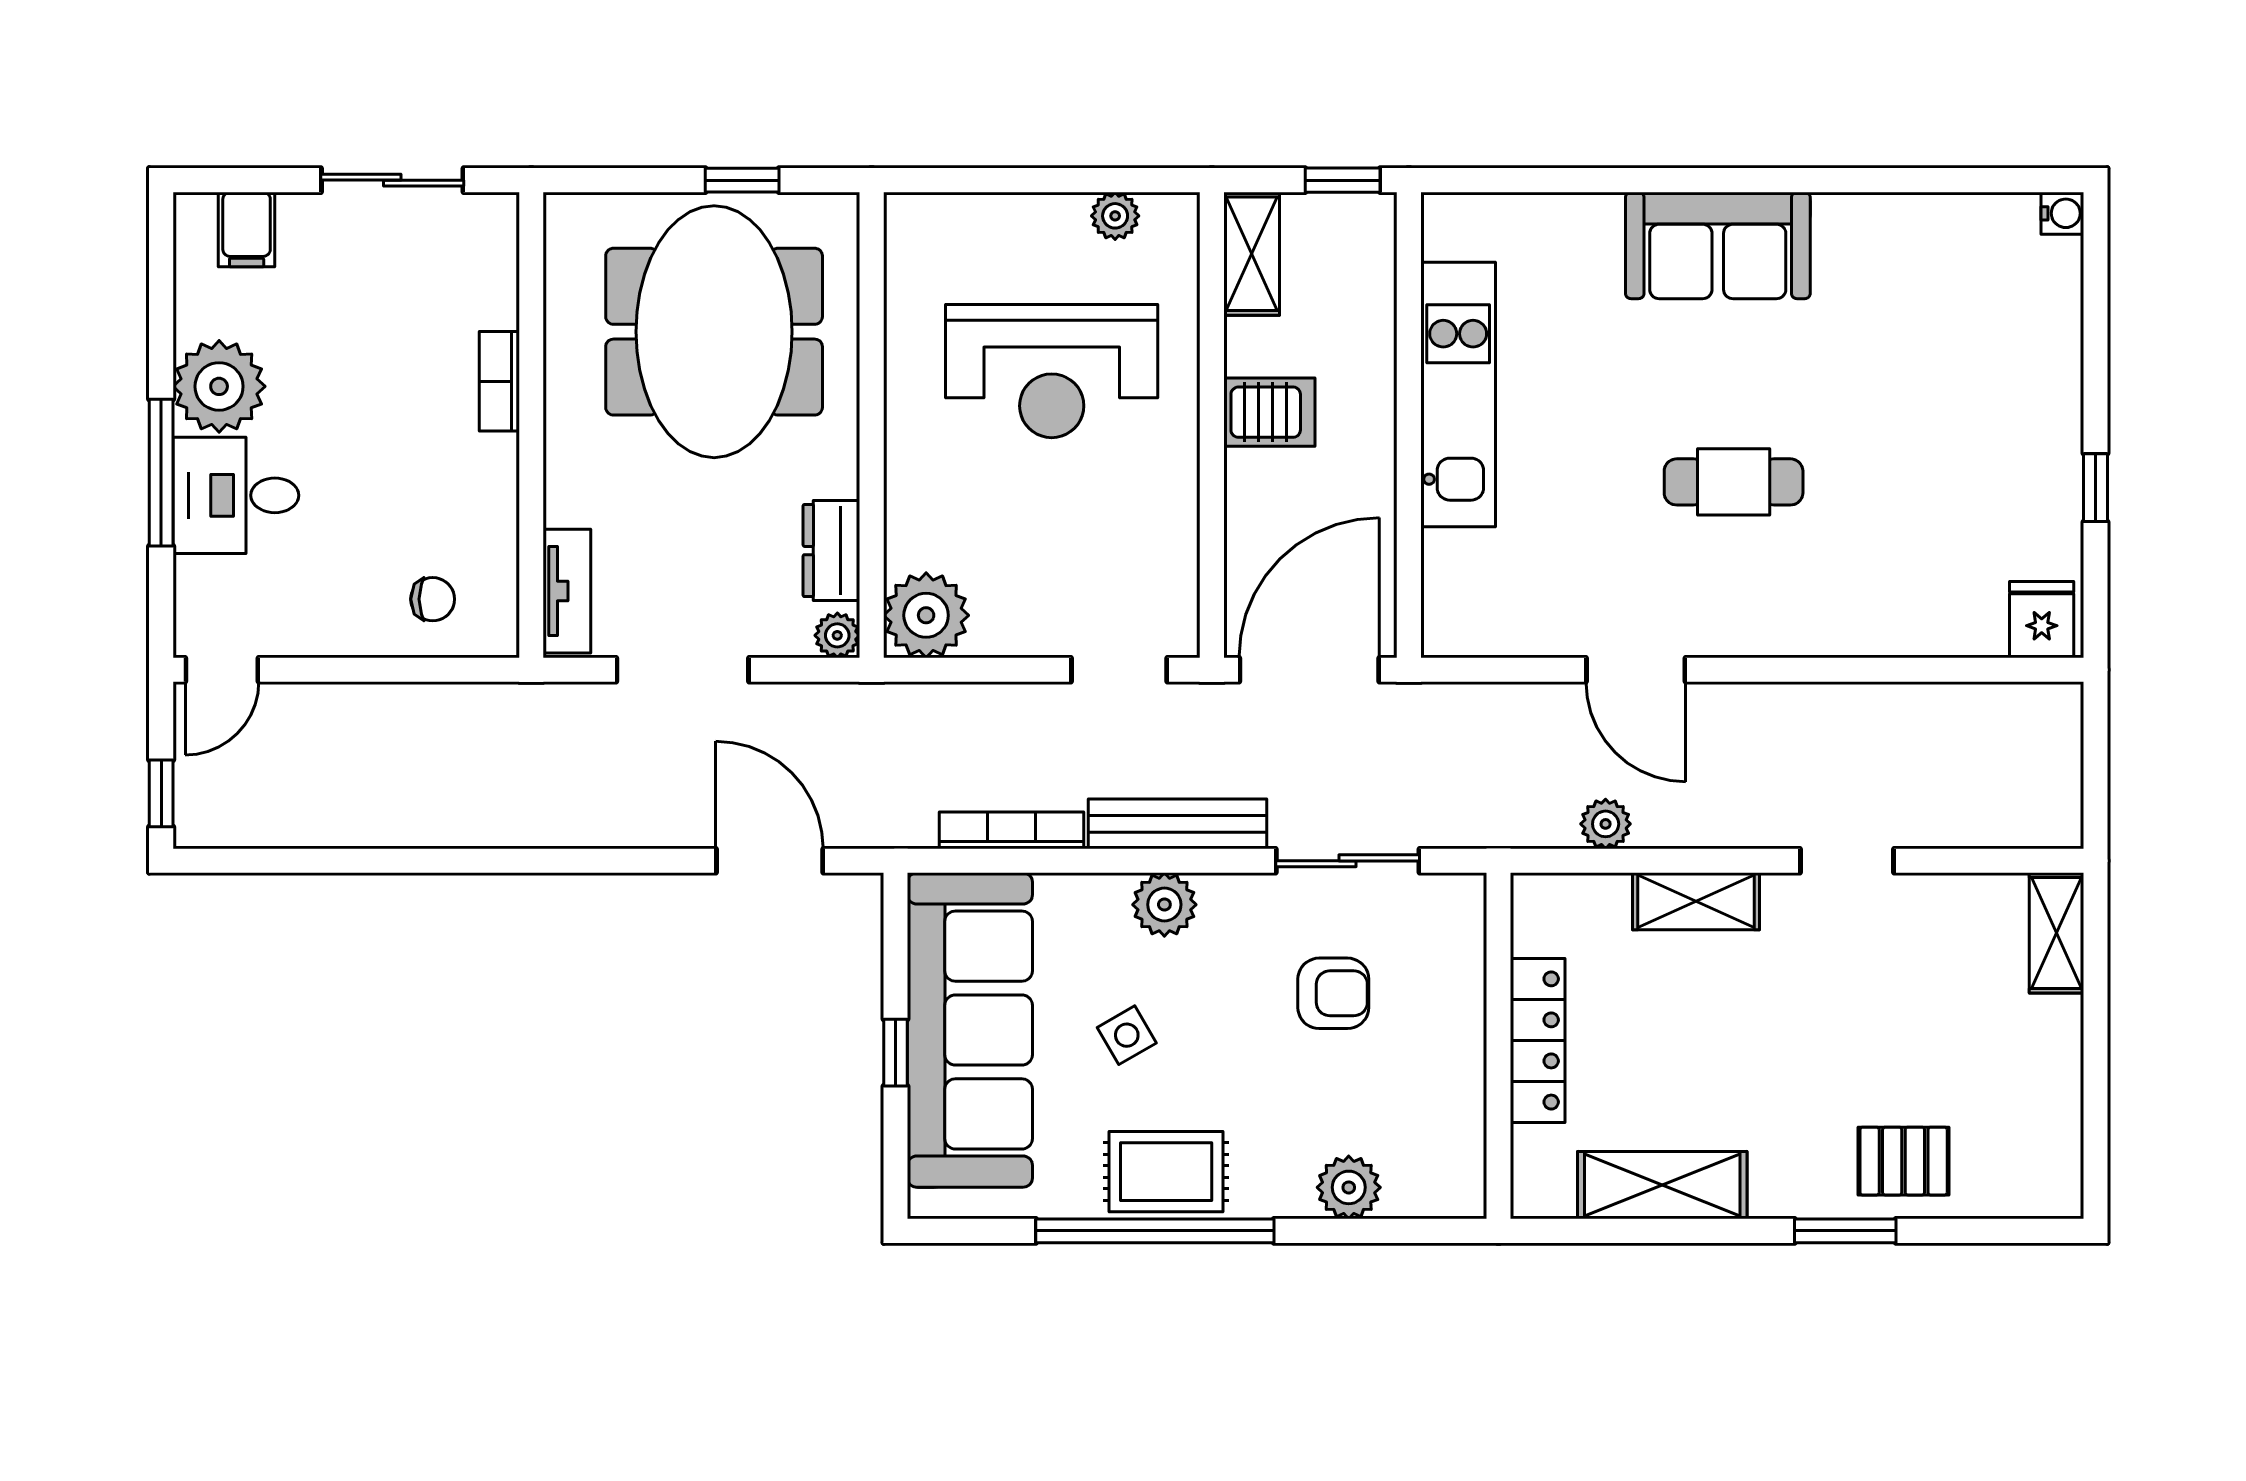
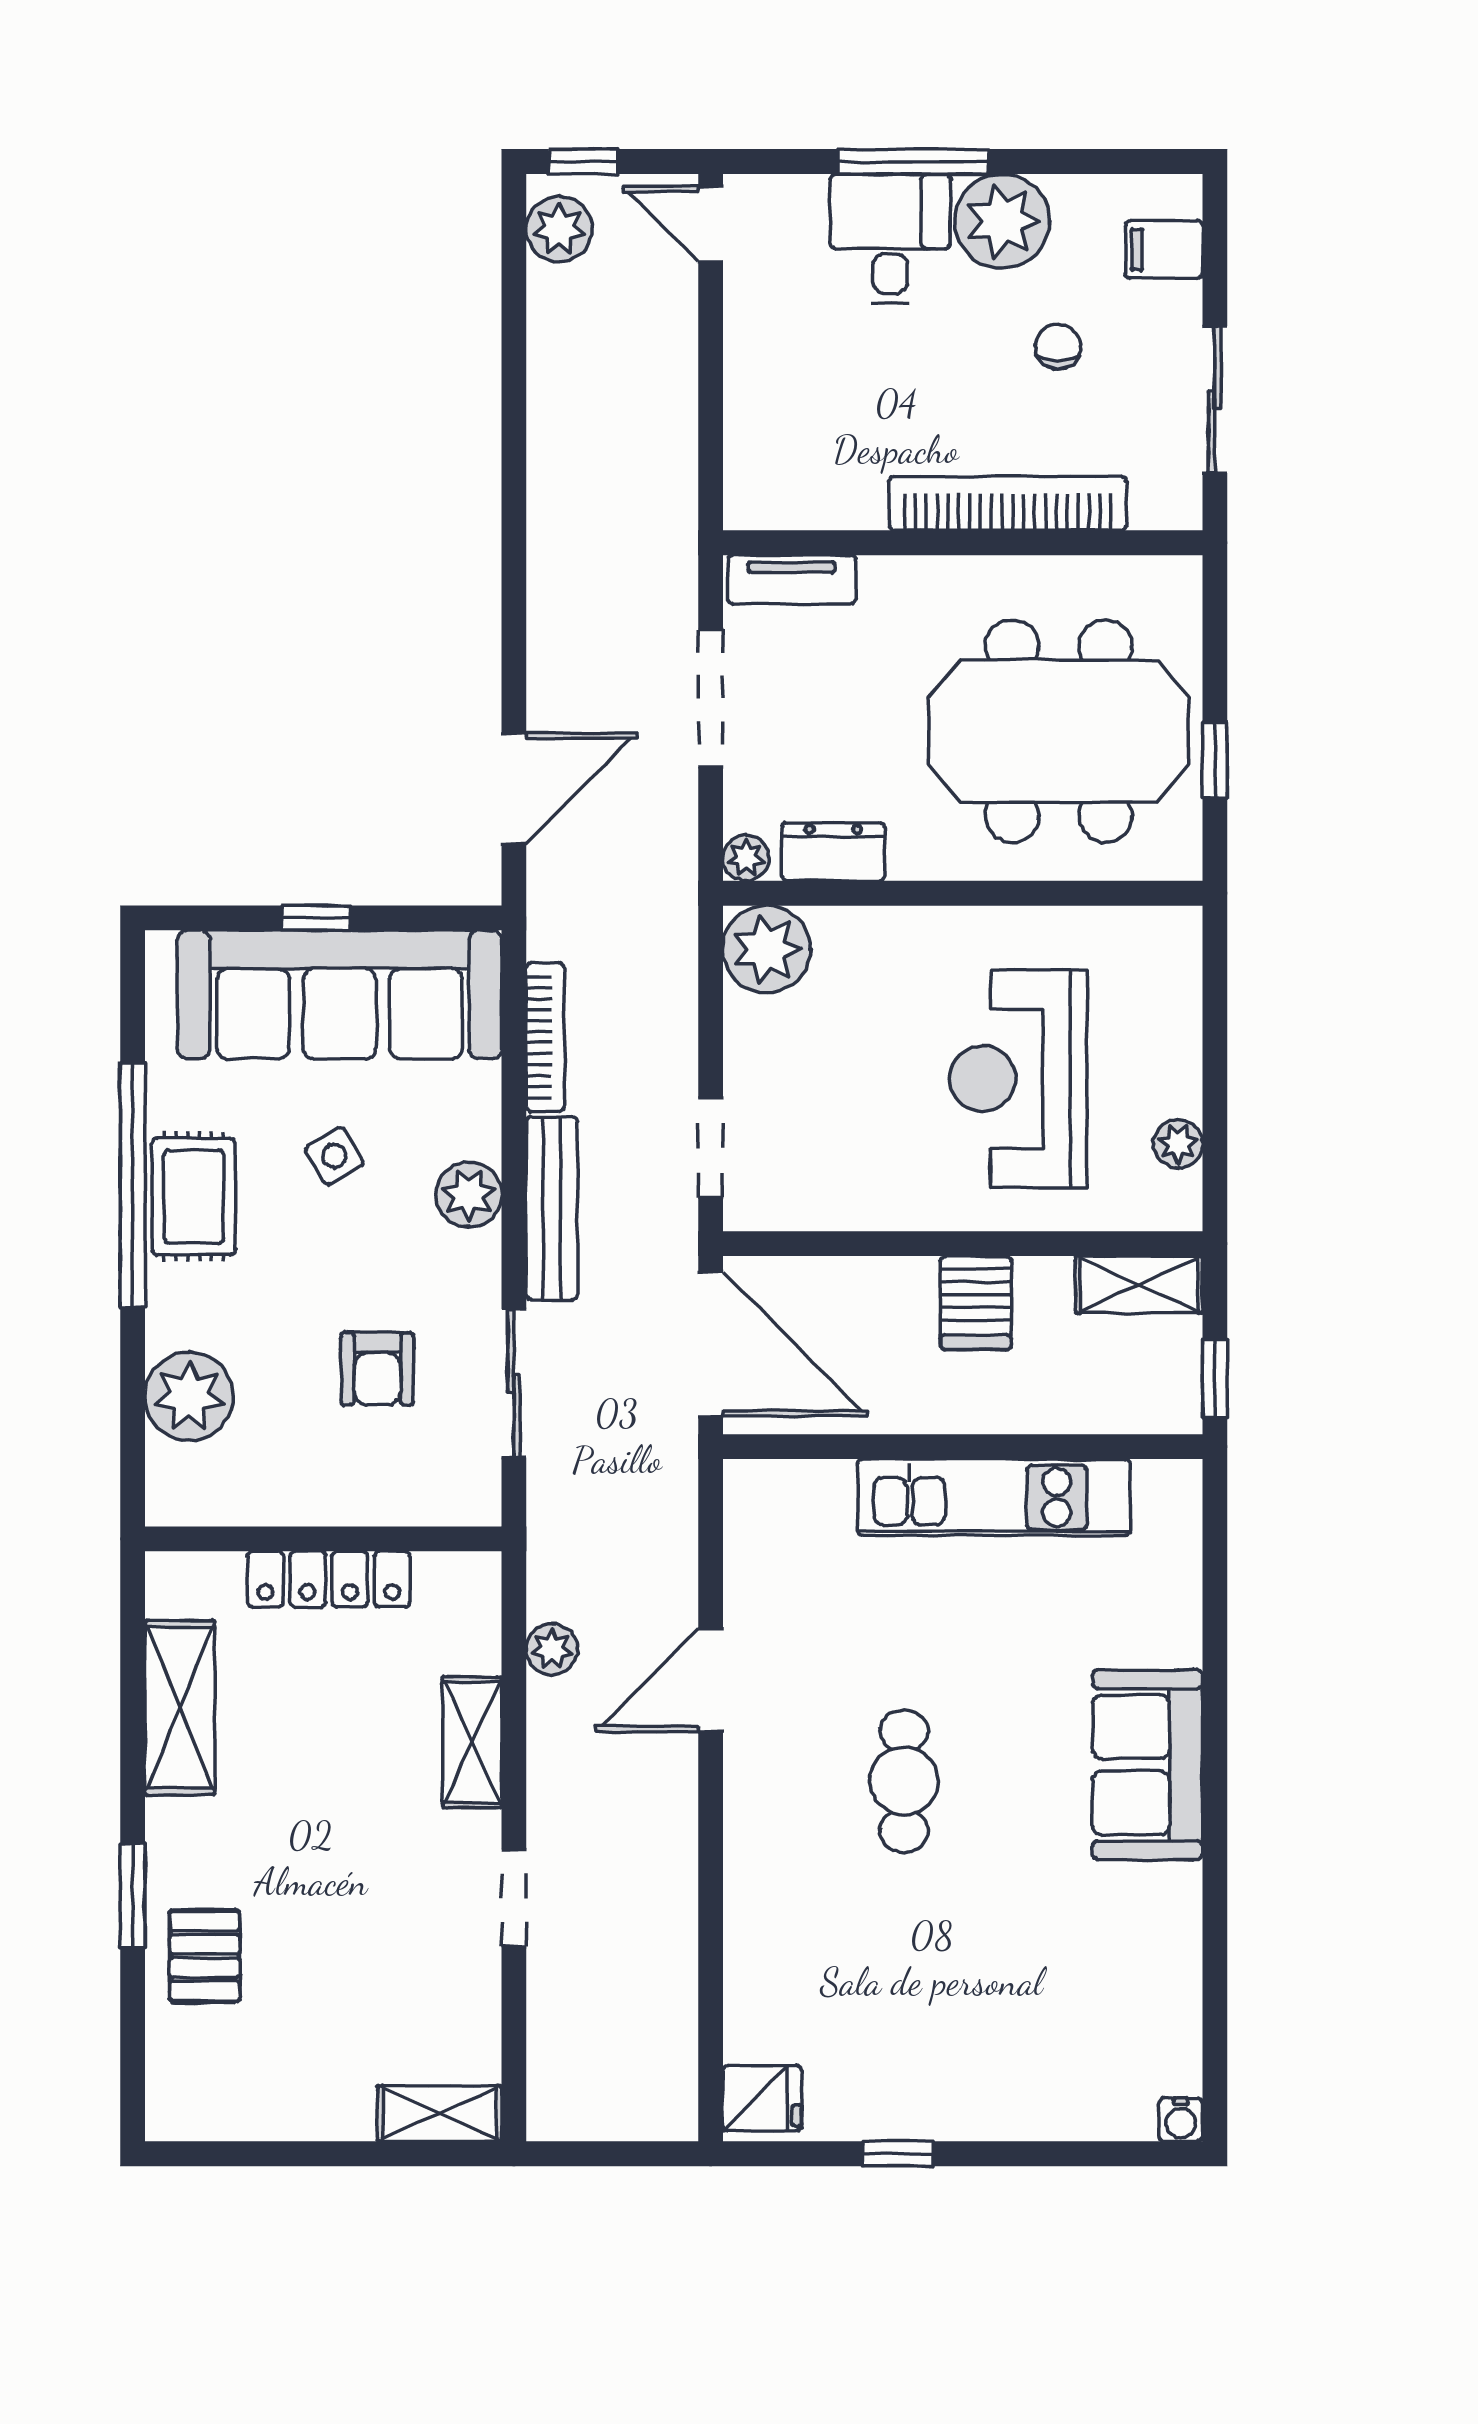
bookcase: (499, 381) -> (1008, 503), width x2.31, depth x1.31
chair: (433, 599) -> (1058, 347), moved, turned 180
plant: (227, 817) -> (559, 229), added
plant: (1349, 1187) -> (189, 1396), width x1.36, depth x1.36

